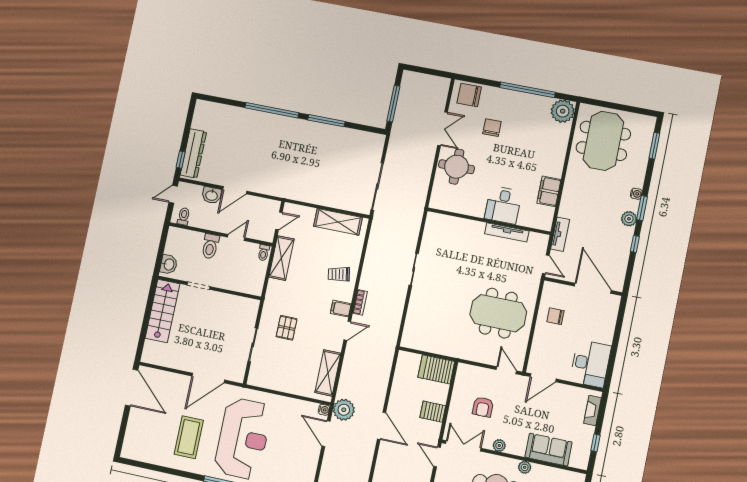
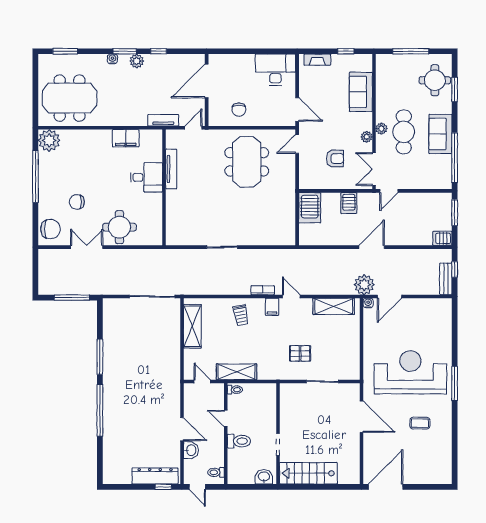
chair: (469, 95) -> (50, 229), turned -90
coffee table: (189, 437) -> (420, 423), width x0.54, depth x0.58
plant: (525, 467) -> (381, 129), moved

